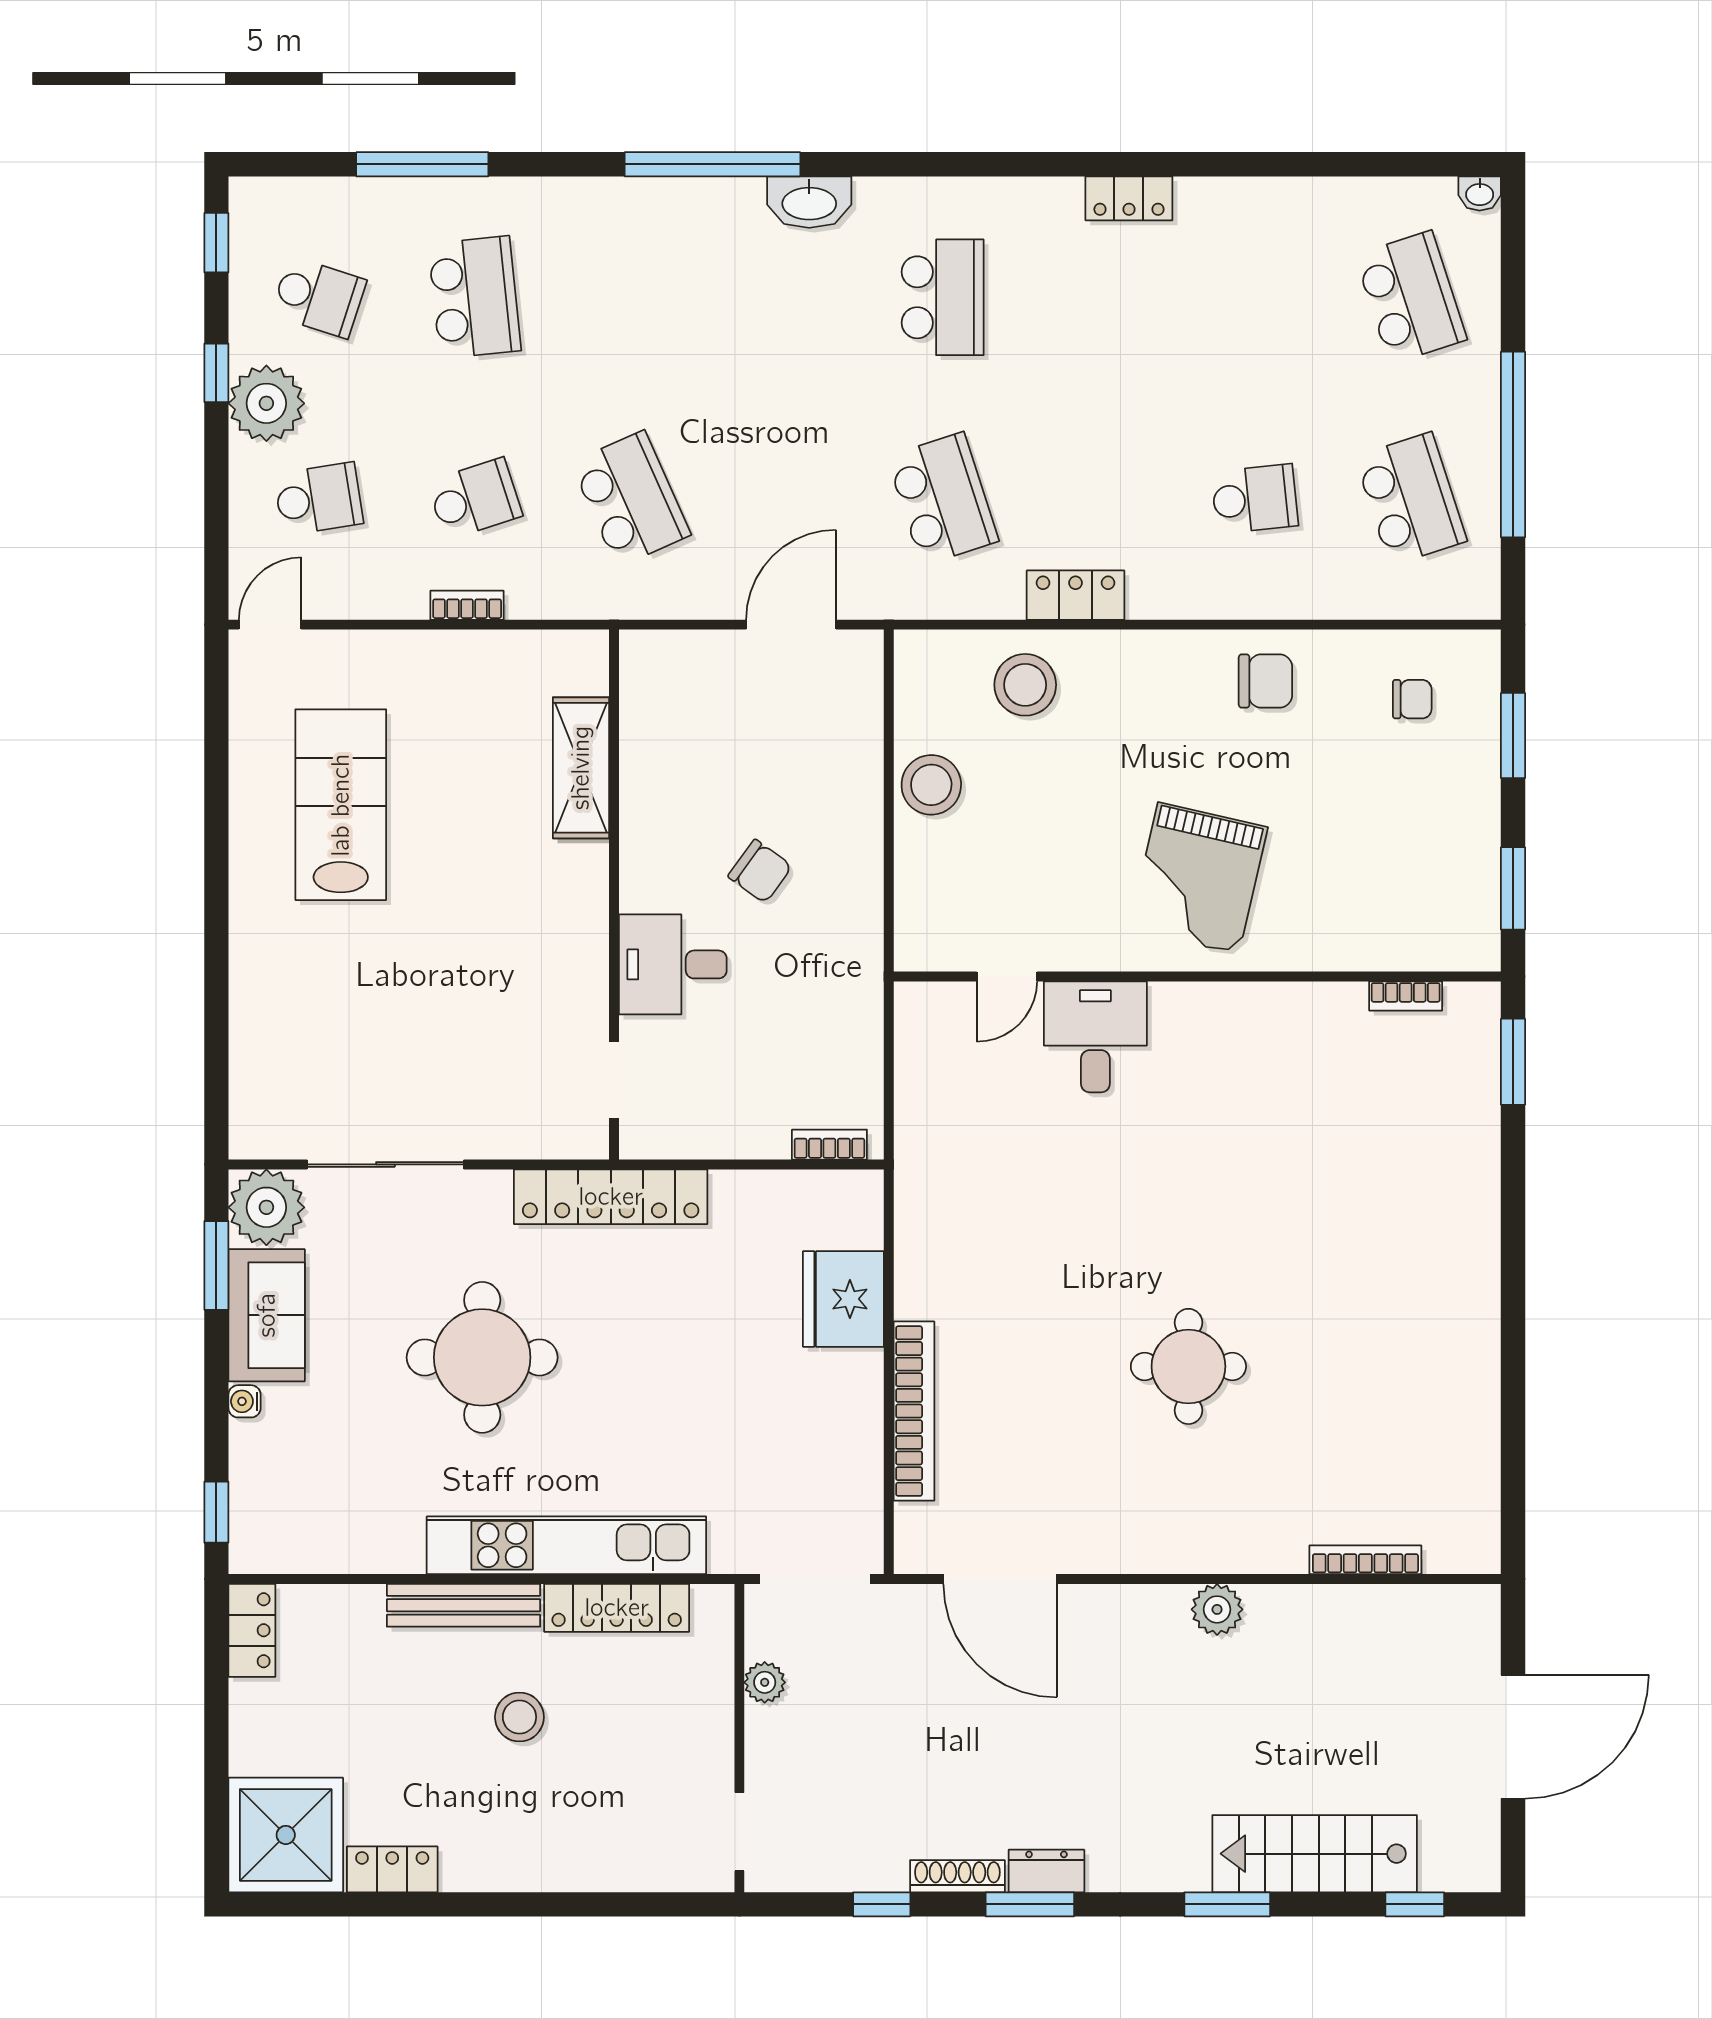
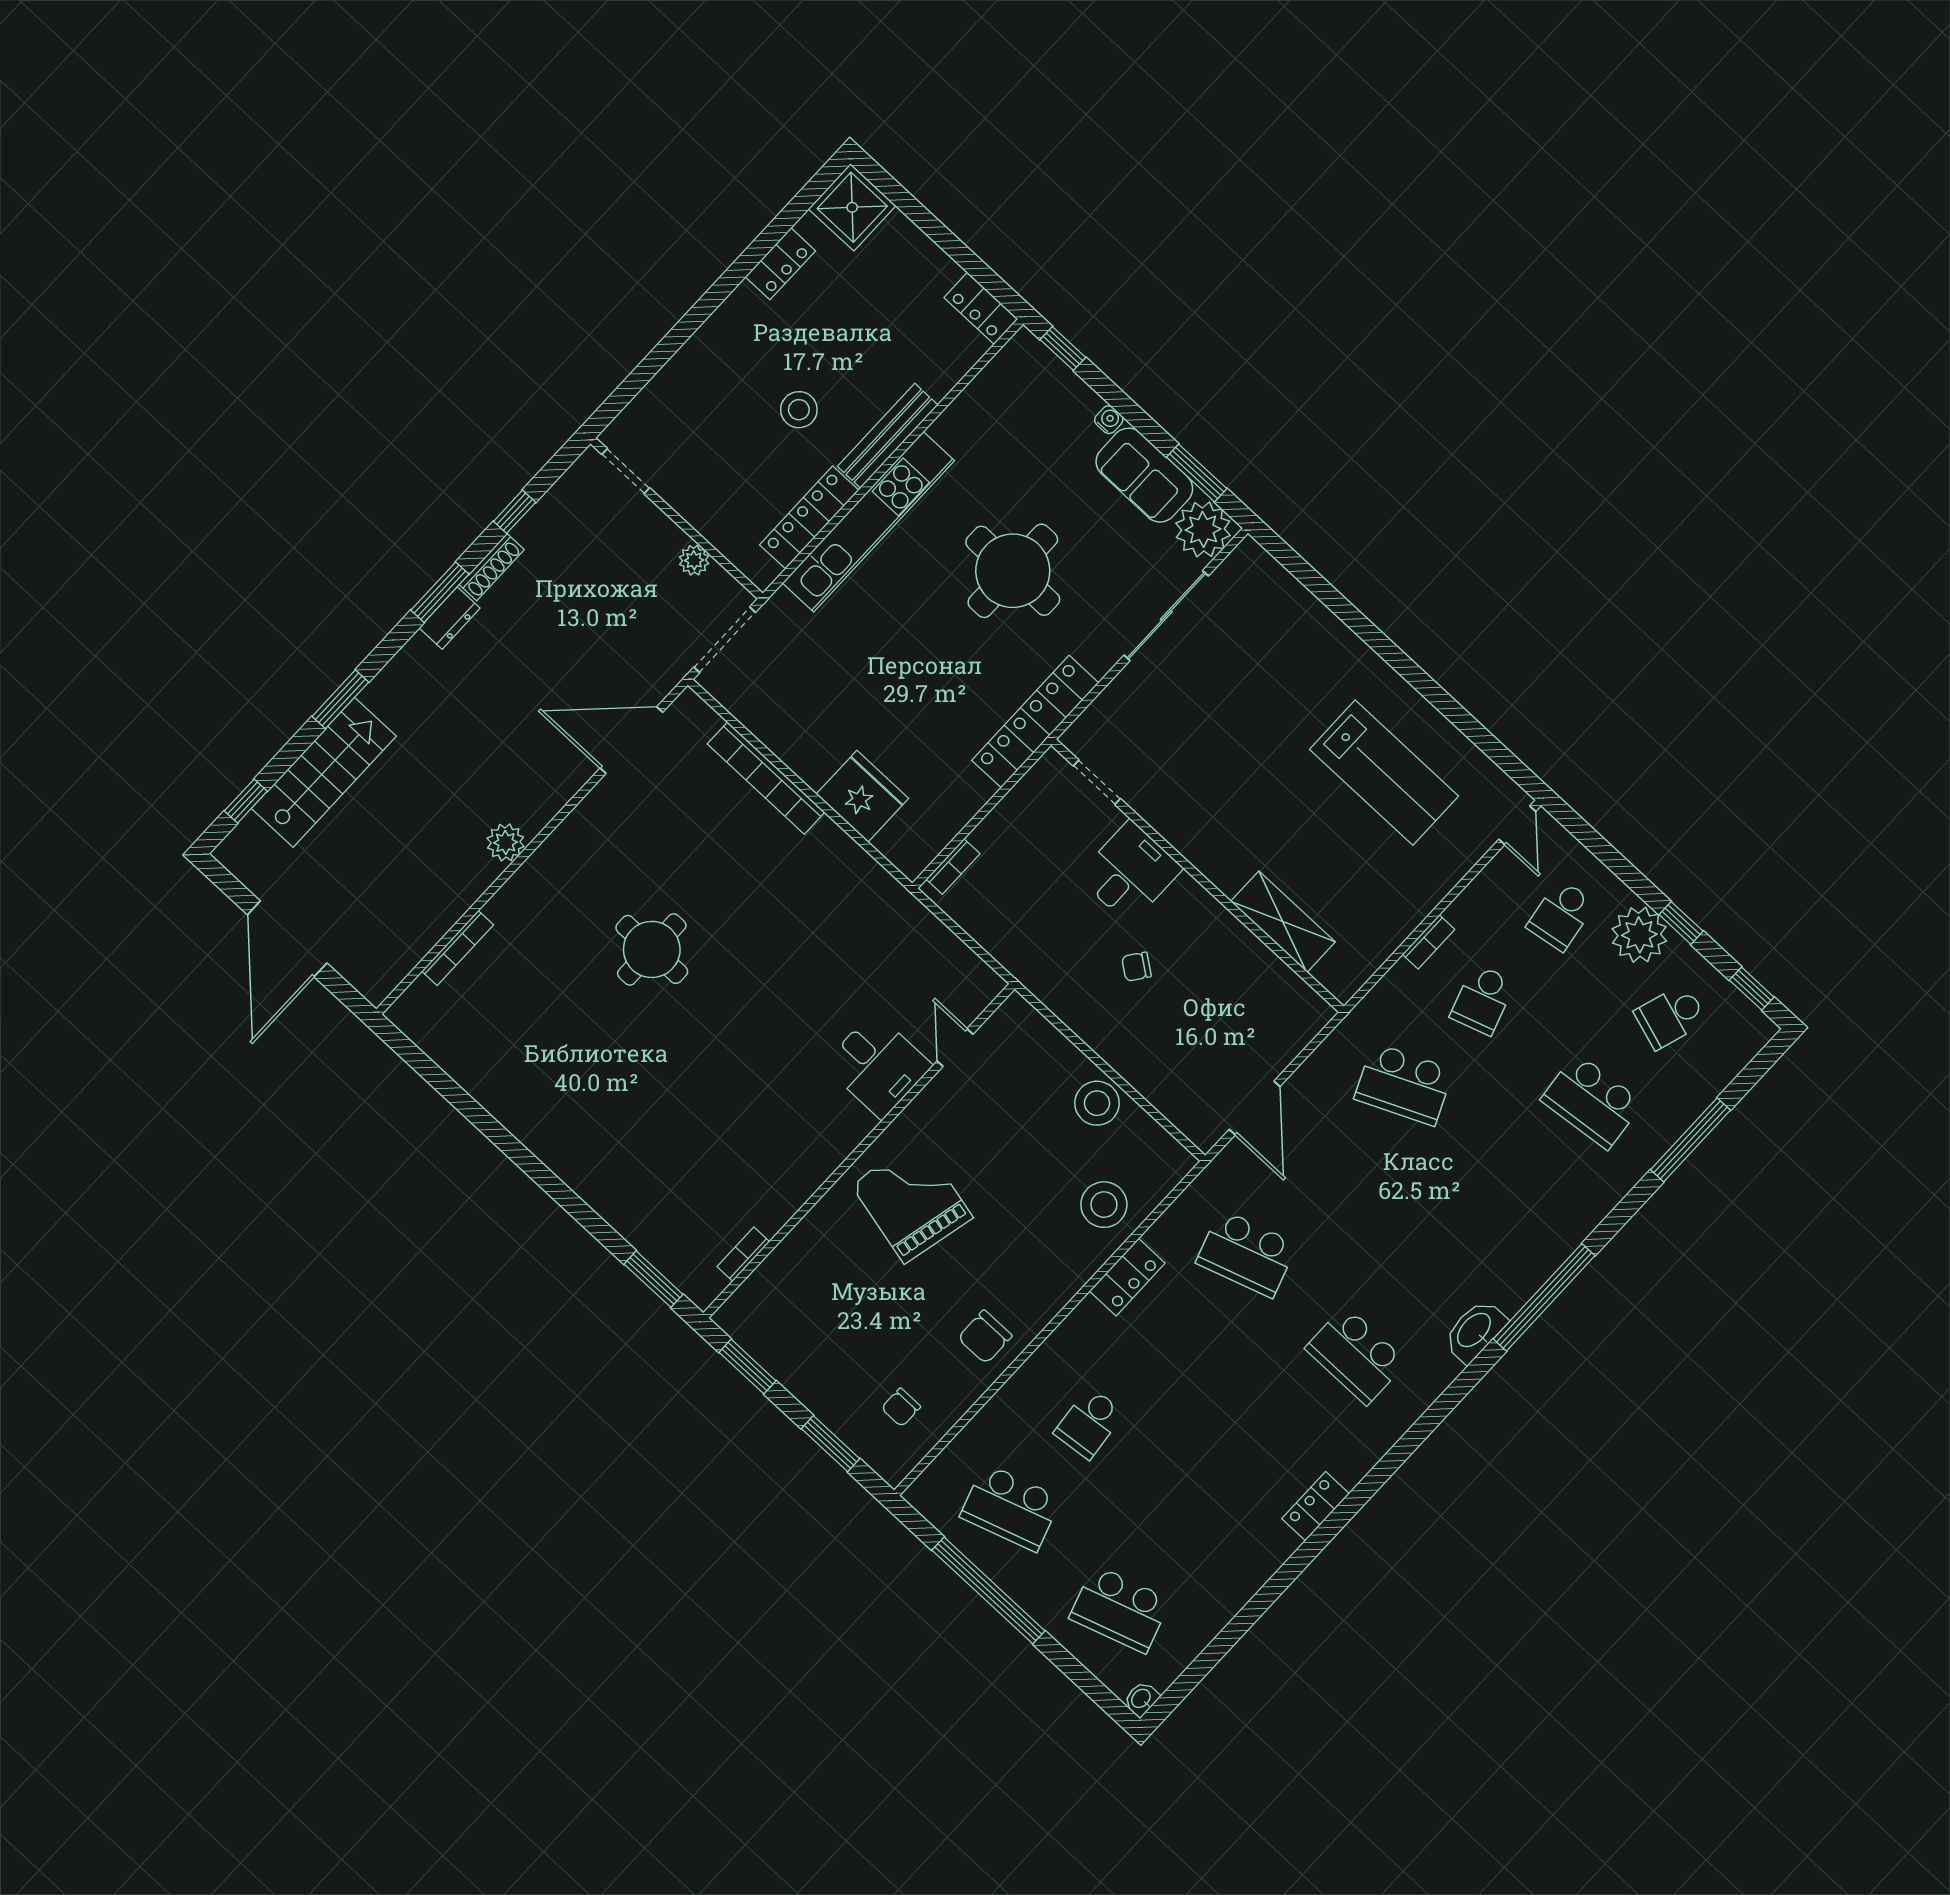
chair: (760, 871) -> (1137, 967), width x0.73, depth x0.73
shower: (286, 1835) -> (852, 207), width x0.73, depth x0.73

